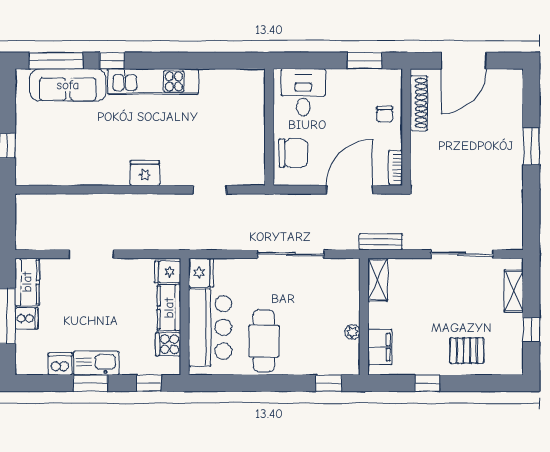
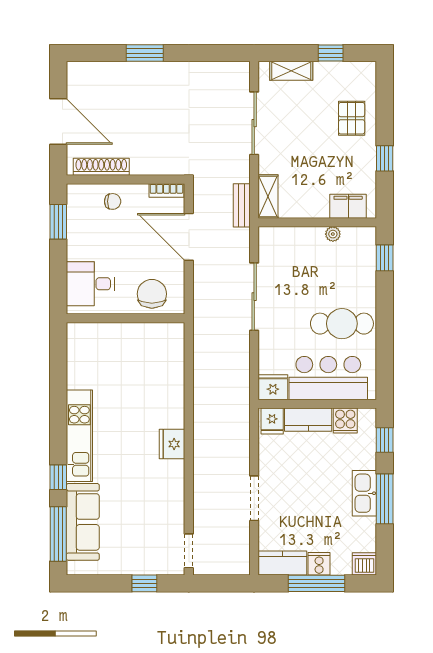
doorway: (210, 190) -> (189, 551), moved
shelving: (378, 280) -> (268, 196), moved, turned 90
dishwasher: (60, 364) -> (364, 564), moved, turned 90
window: (91, 383) -> (385, 499), width x1.44

